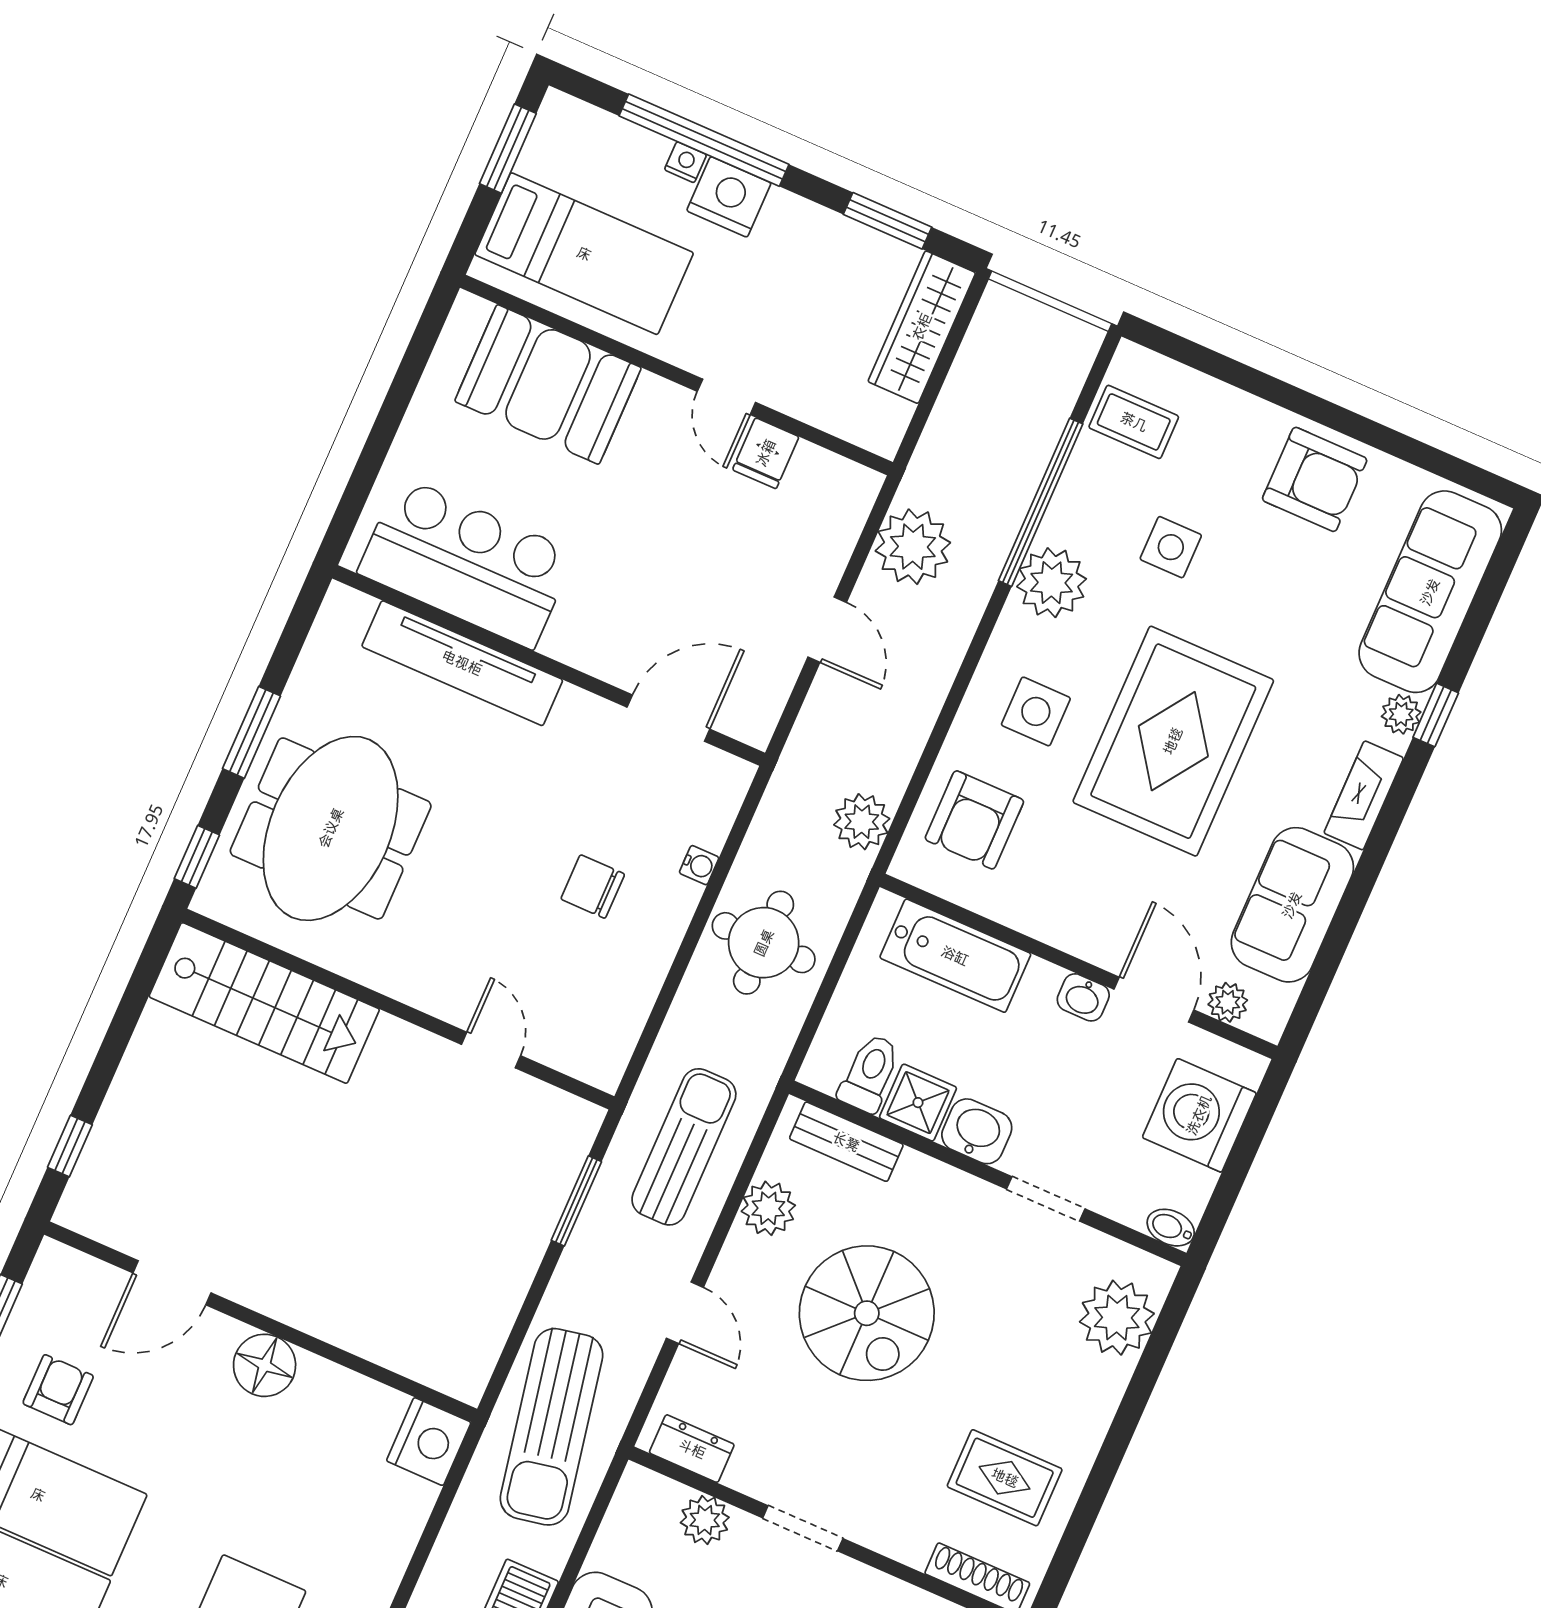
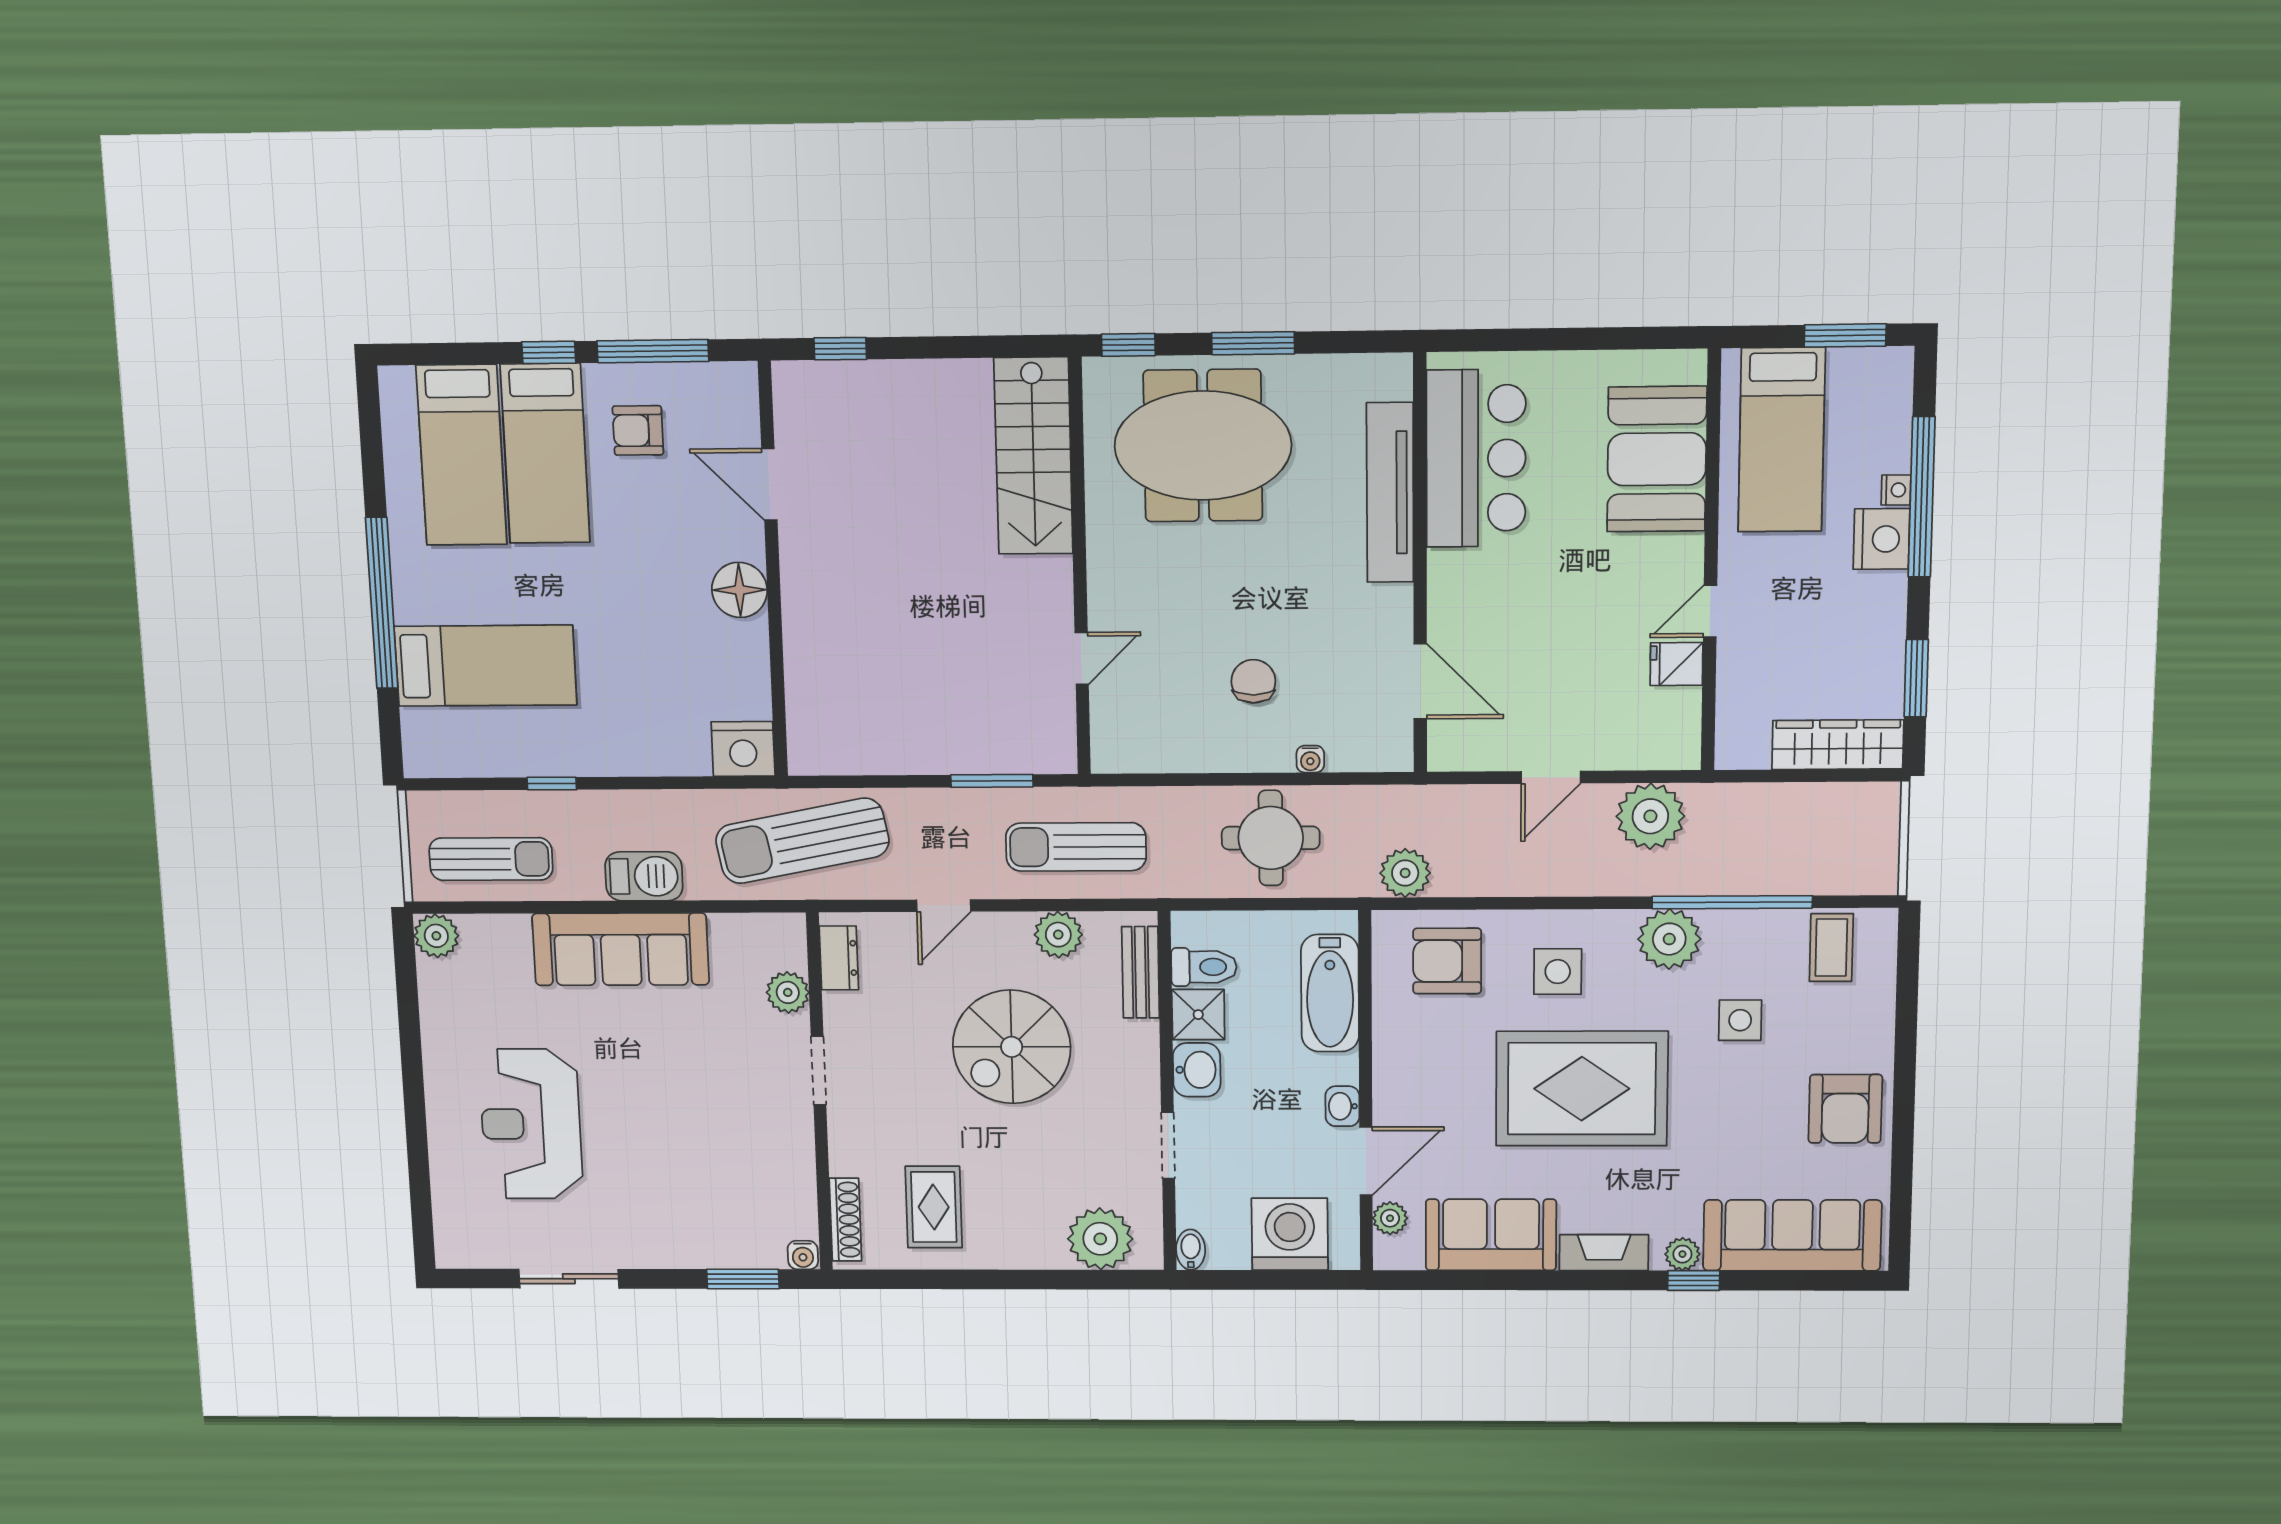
sun lounger: (684, 1147) -> (1076, 847), turned 180
armchair: (58, 1390) -> (638, 430), turned 180

